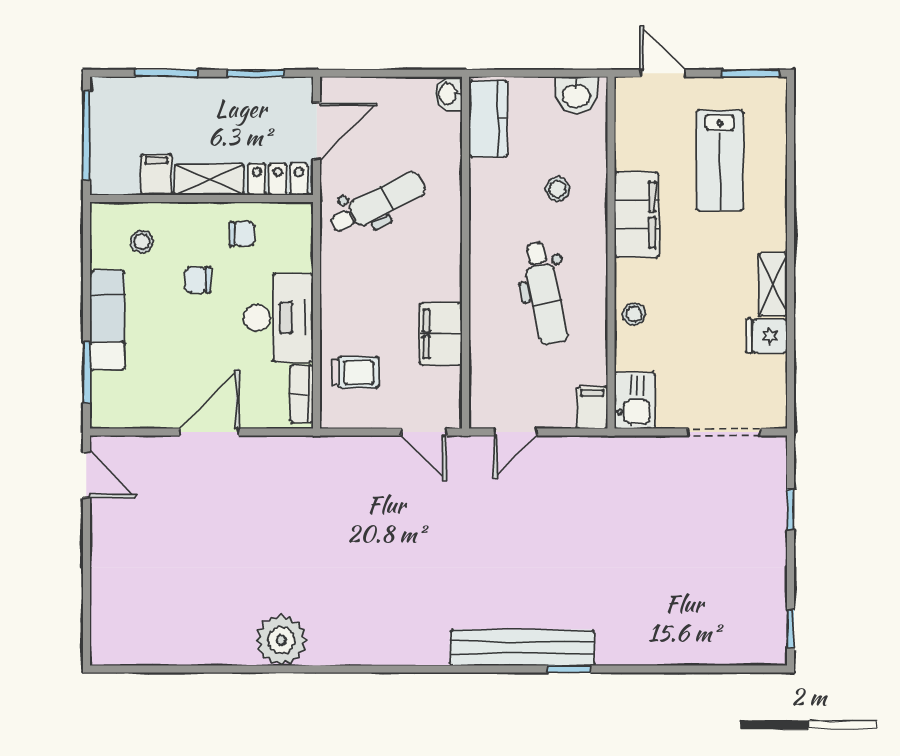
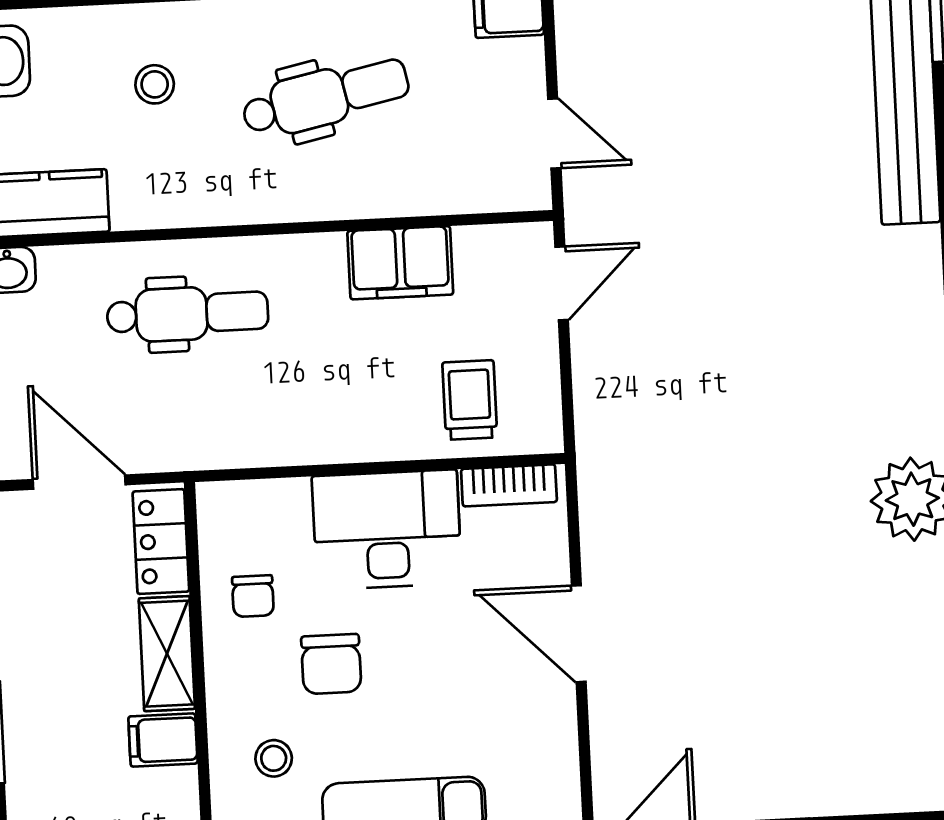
dental chair: (377, 203) -> (188, 314), moved, turned 117
chair: (242, 234) -> (253, 596), turned 180
chair: (198, 280) -> (331, 664), width x1.37, depth x1.37

